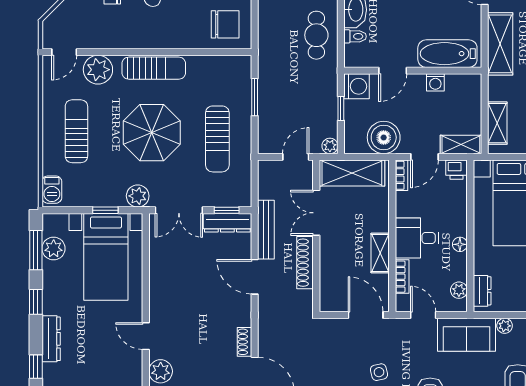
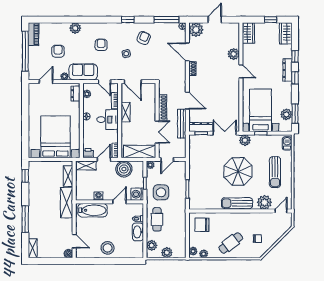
shelving: (500, 44) -> (67, 203), moved
side table: (308, 90) -> (161, 192), added
sun lounger: (217, 139) -> (206, 168), removed
window: (36, 302) -> (295, 78), moved

